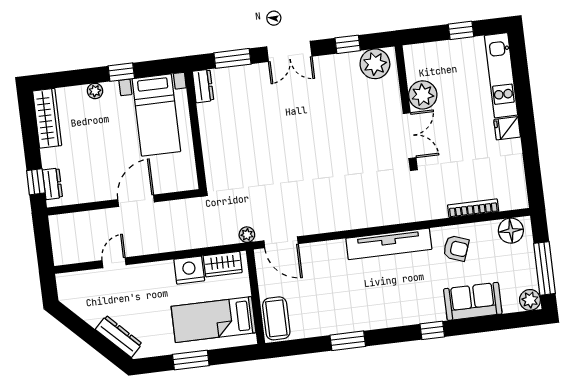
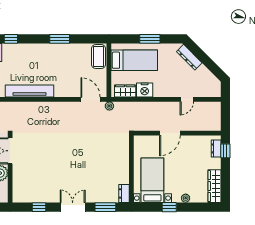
plant: (375, 64) -> (25, 194), removed

